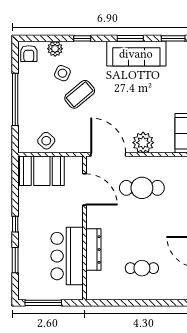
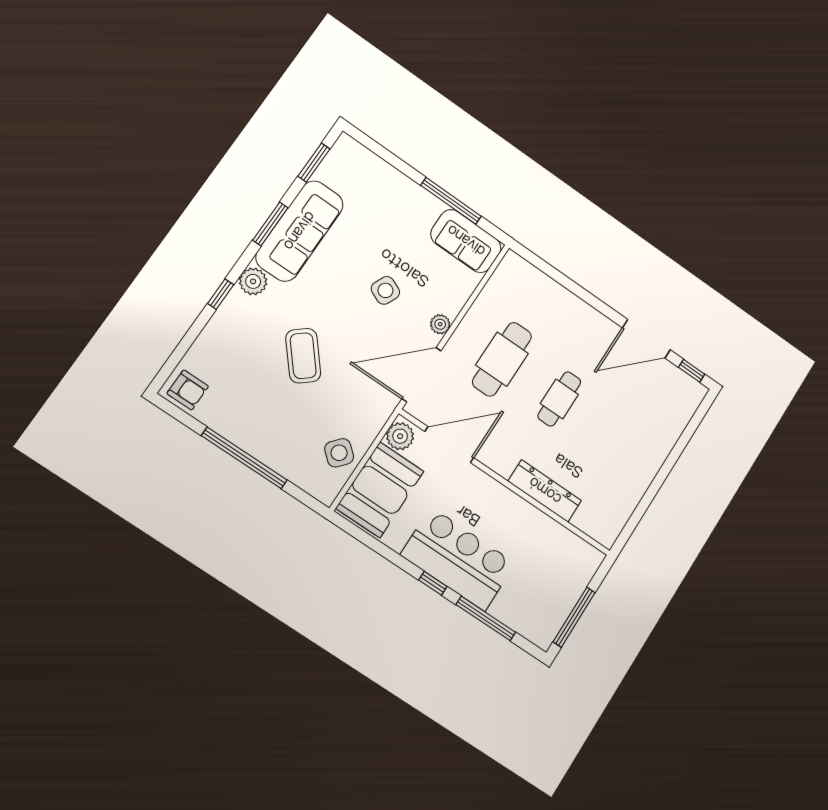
plant: (55, 49) -> (253, 281), moved
side table: (62, 73) -> (385, 290), moved
plant: (143, 143) -> (440, 324), width x0.53, depth x0.53
plant: (73, 164) -> (400, 436), added
bar counter: (67, 256) -> (458, 559), moved, turned 180
window: (15, 260) -> (486, 619), width x1.44
cafe table: (142, 268) -> (559, 399), moved

